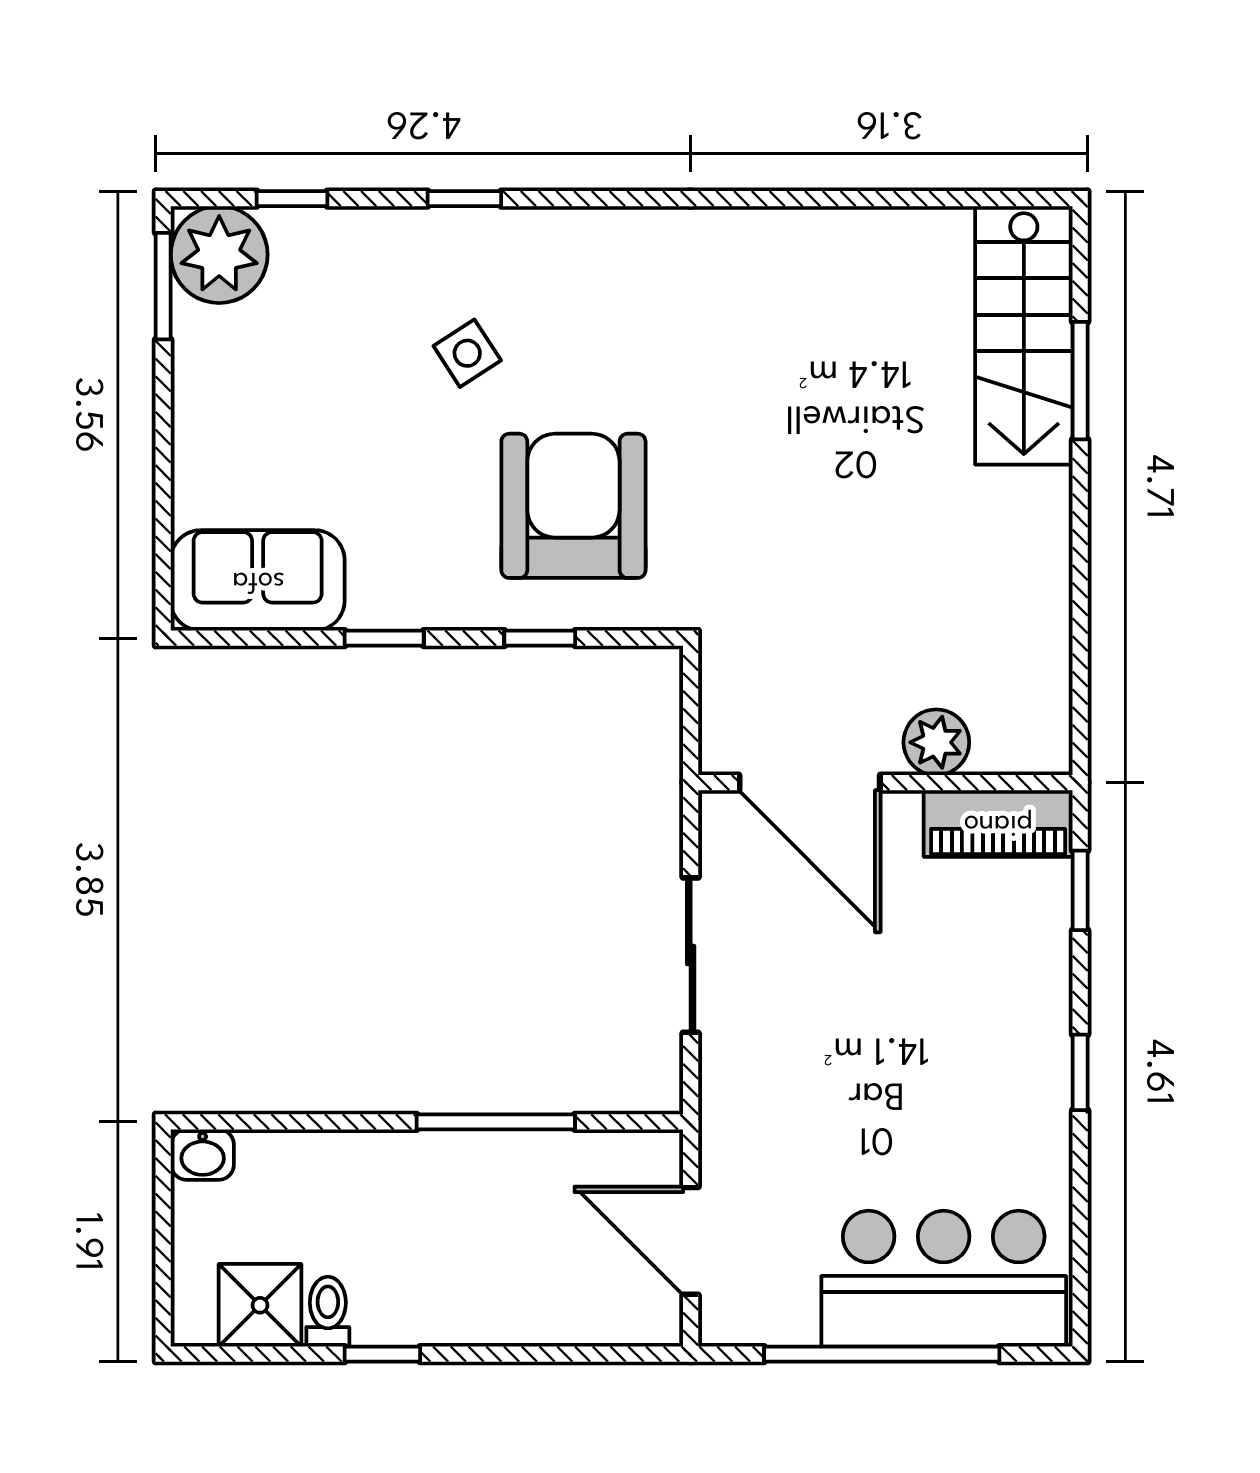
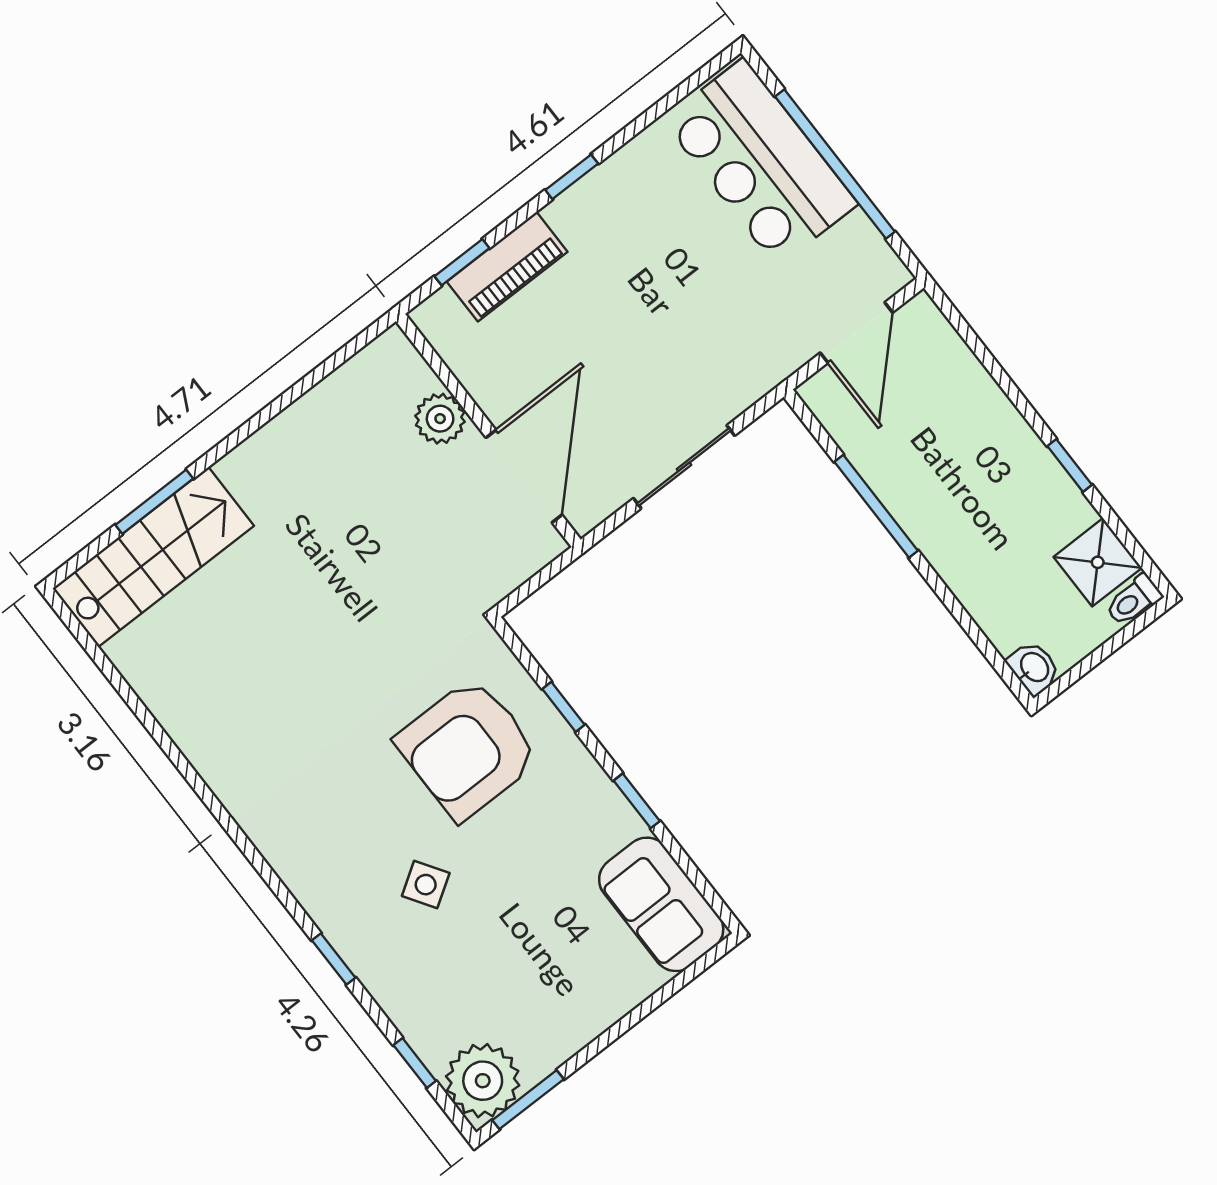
piano: (998, 823) -> (507, 267), moved, turned 90
toilet: (328, 1312) -> (1133, 600), moved

